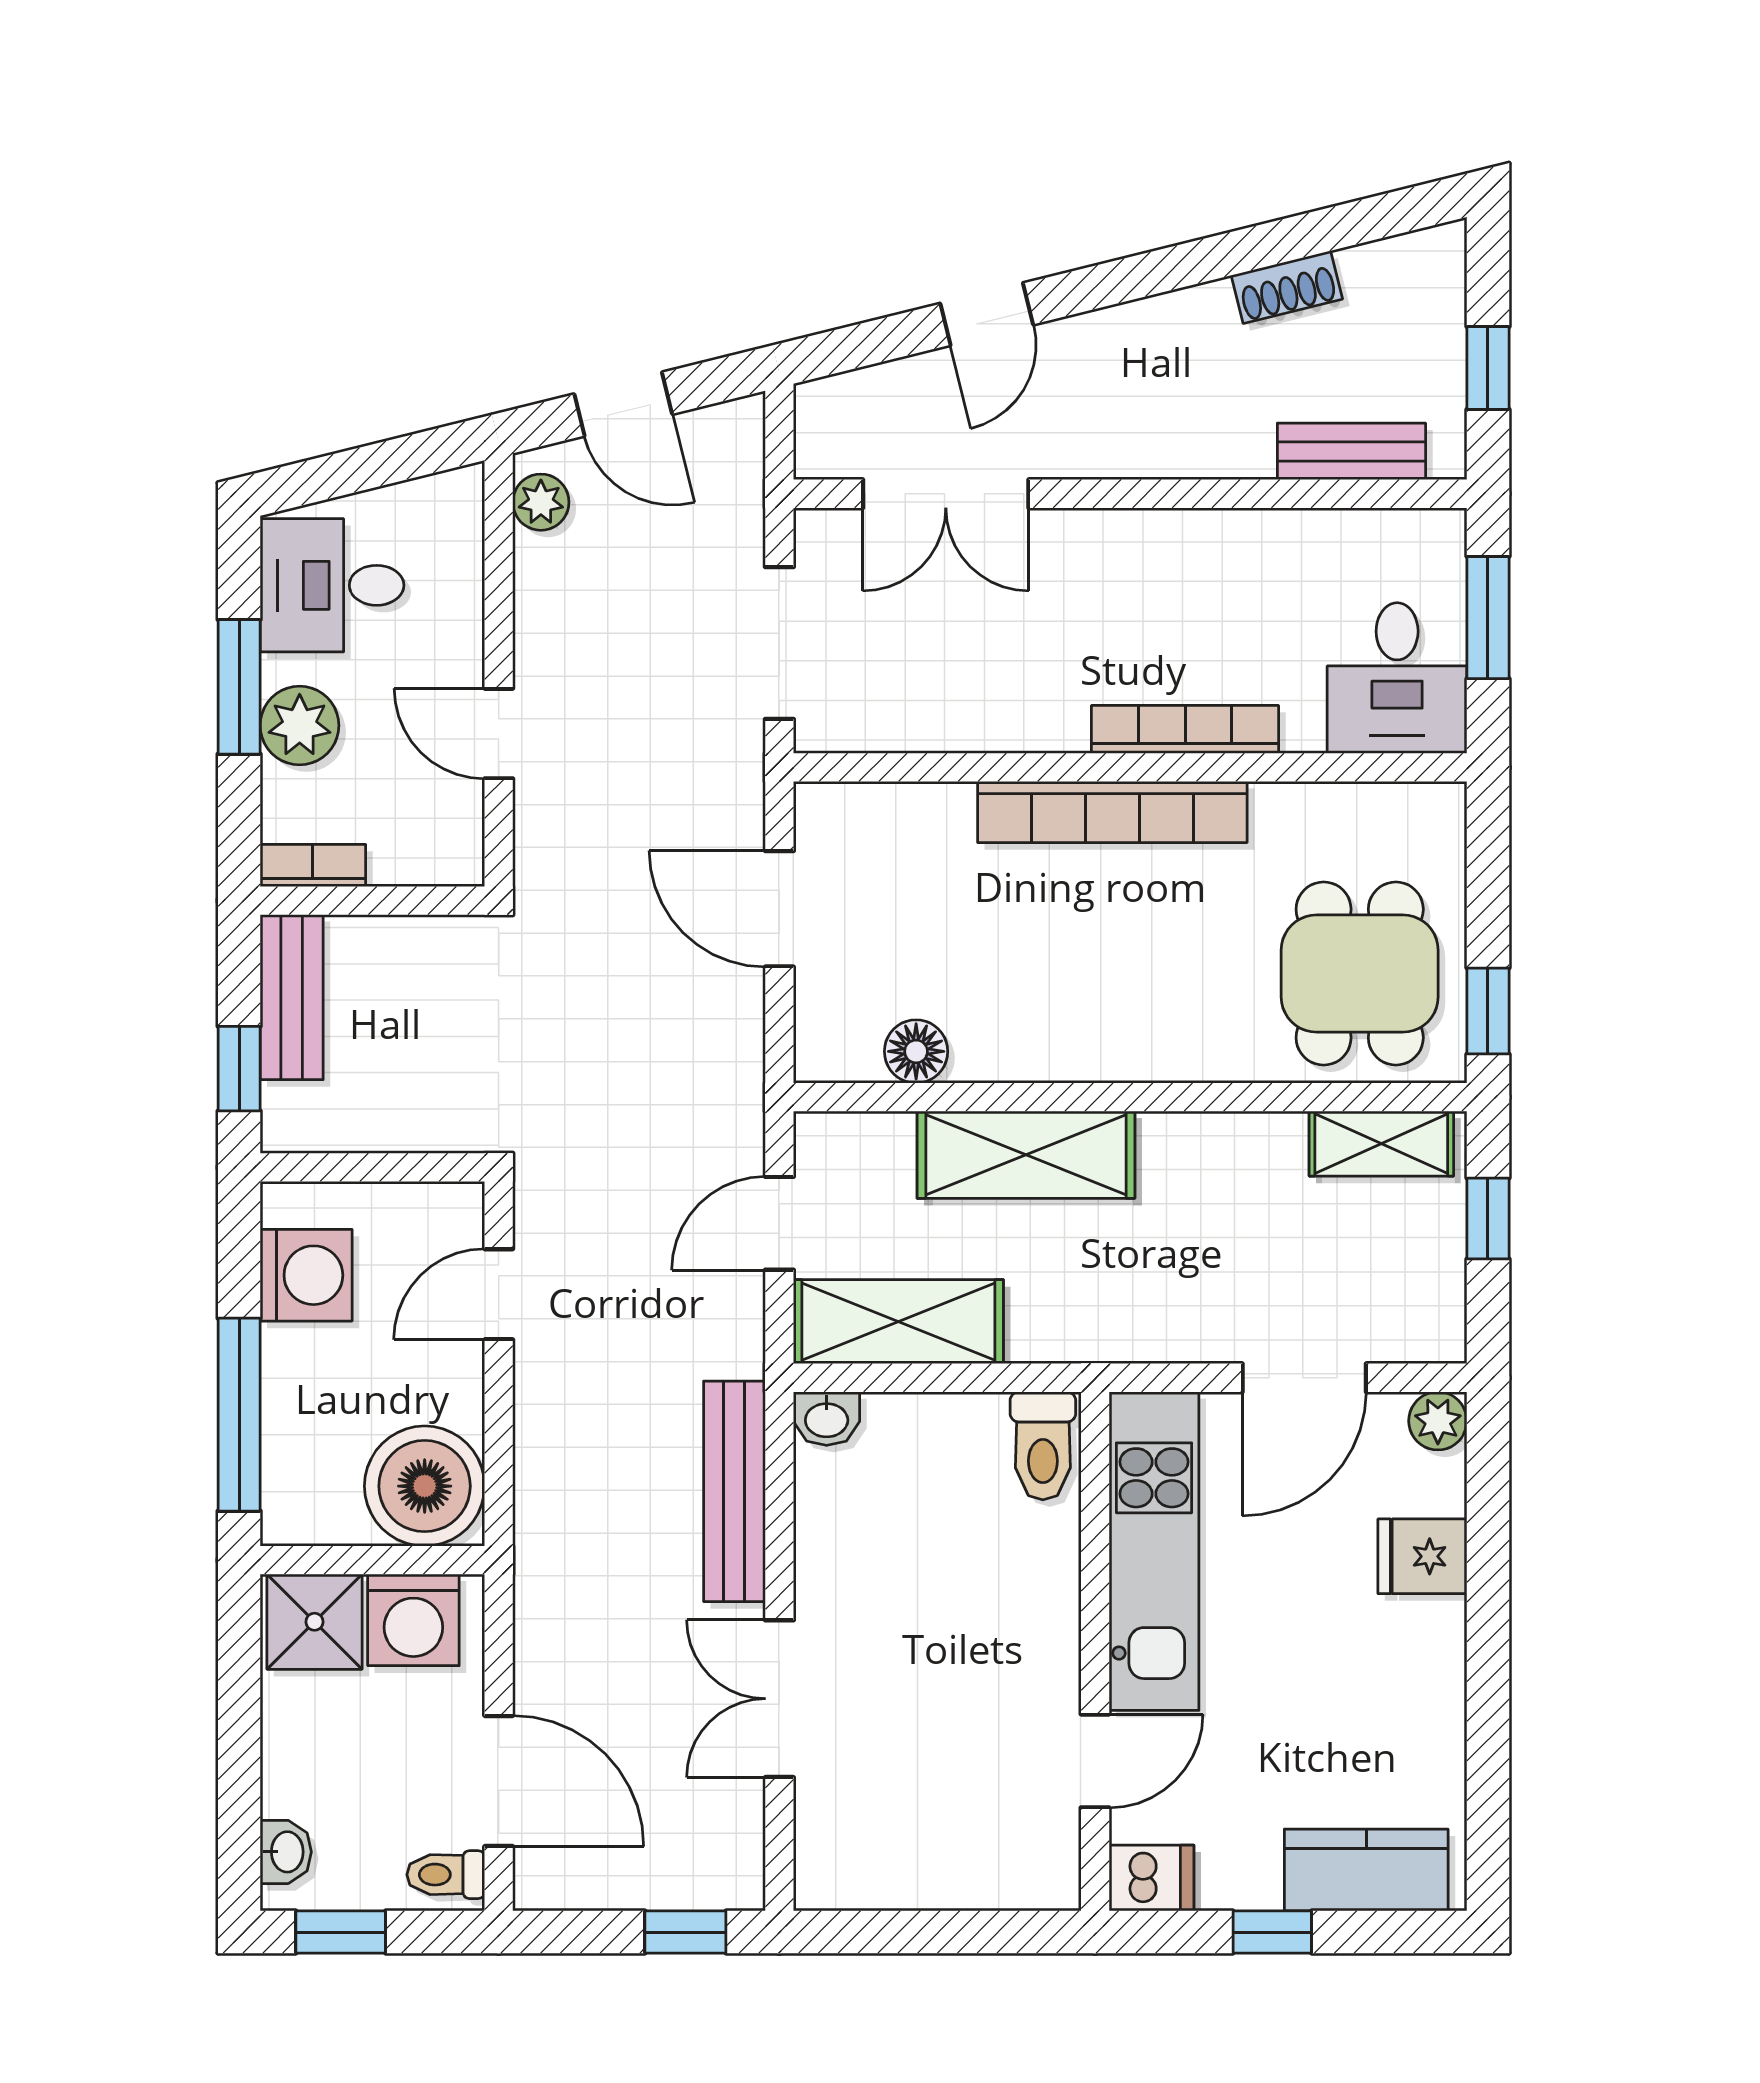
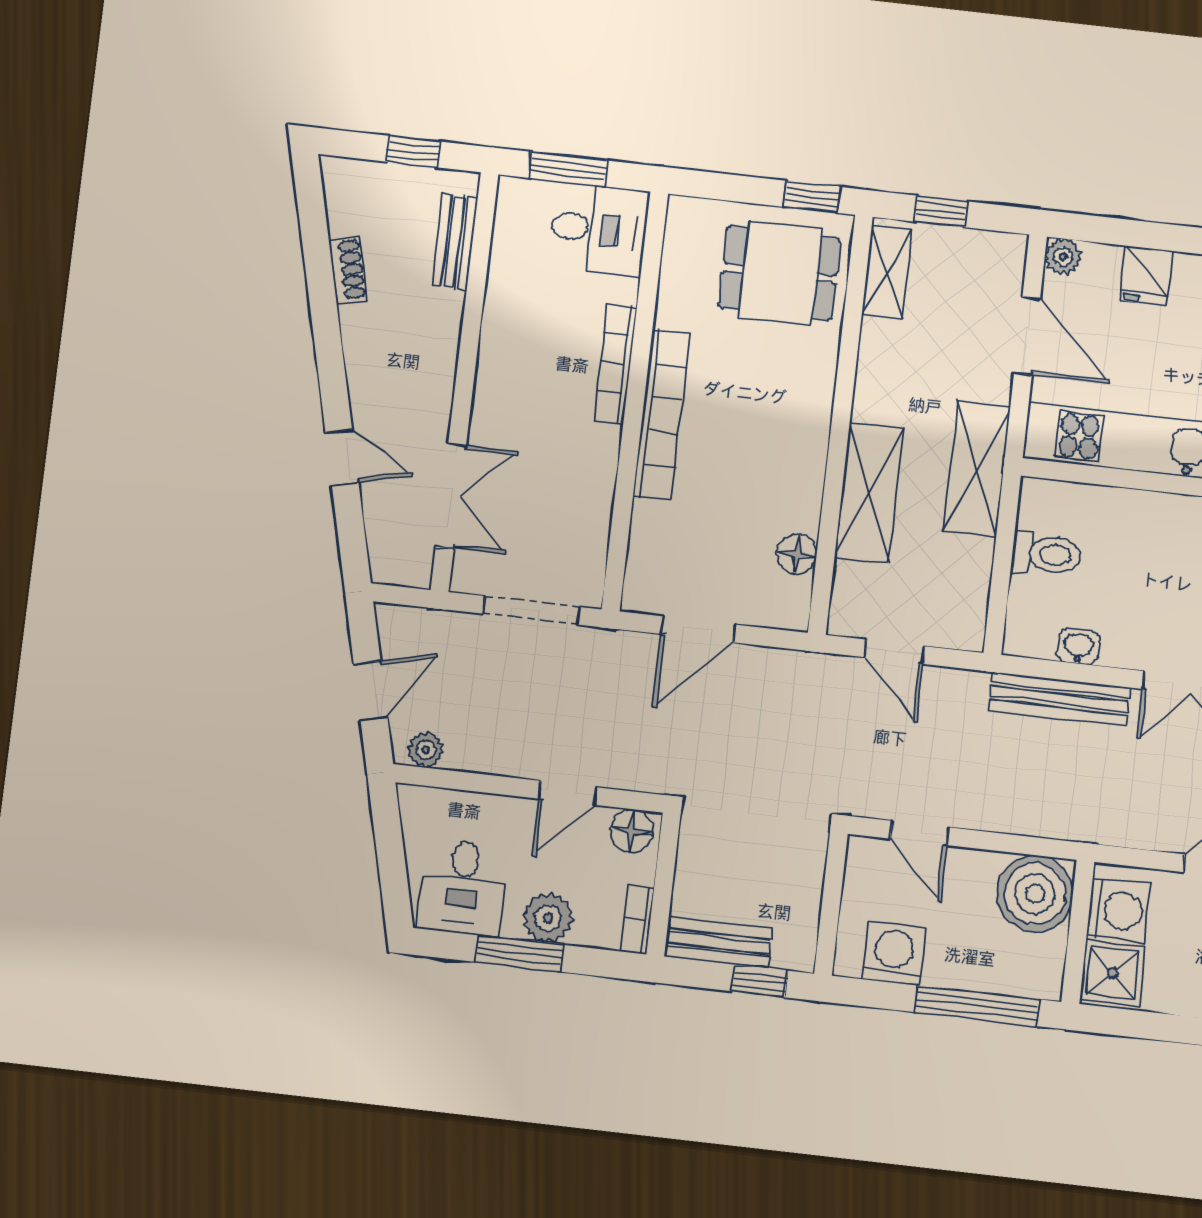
floor lamp: (451, 841) -> (632, 831), added
shelving: (898, 1322) -> (977, 469), moved
washbasin: (827, 1419) -> (1078, 647), moved, turned -90
toilet: (1043, 1446) -> (1046, 554), moved

